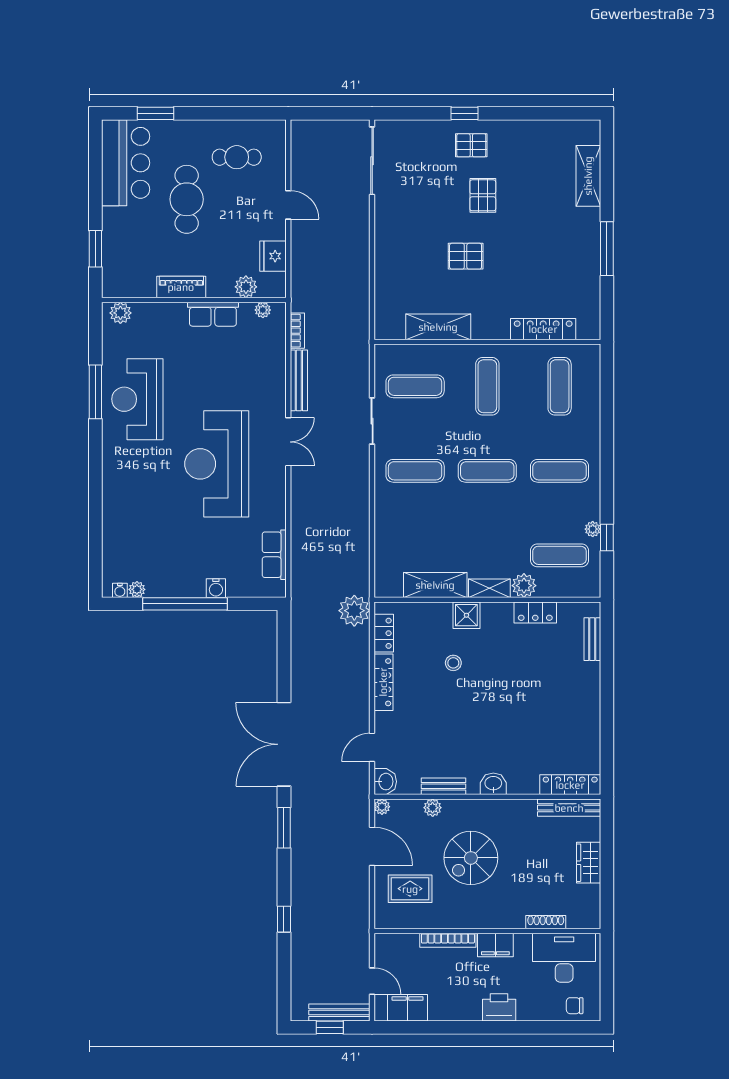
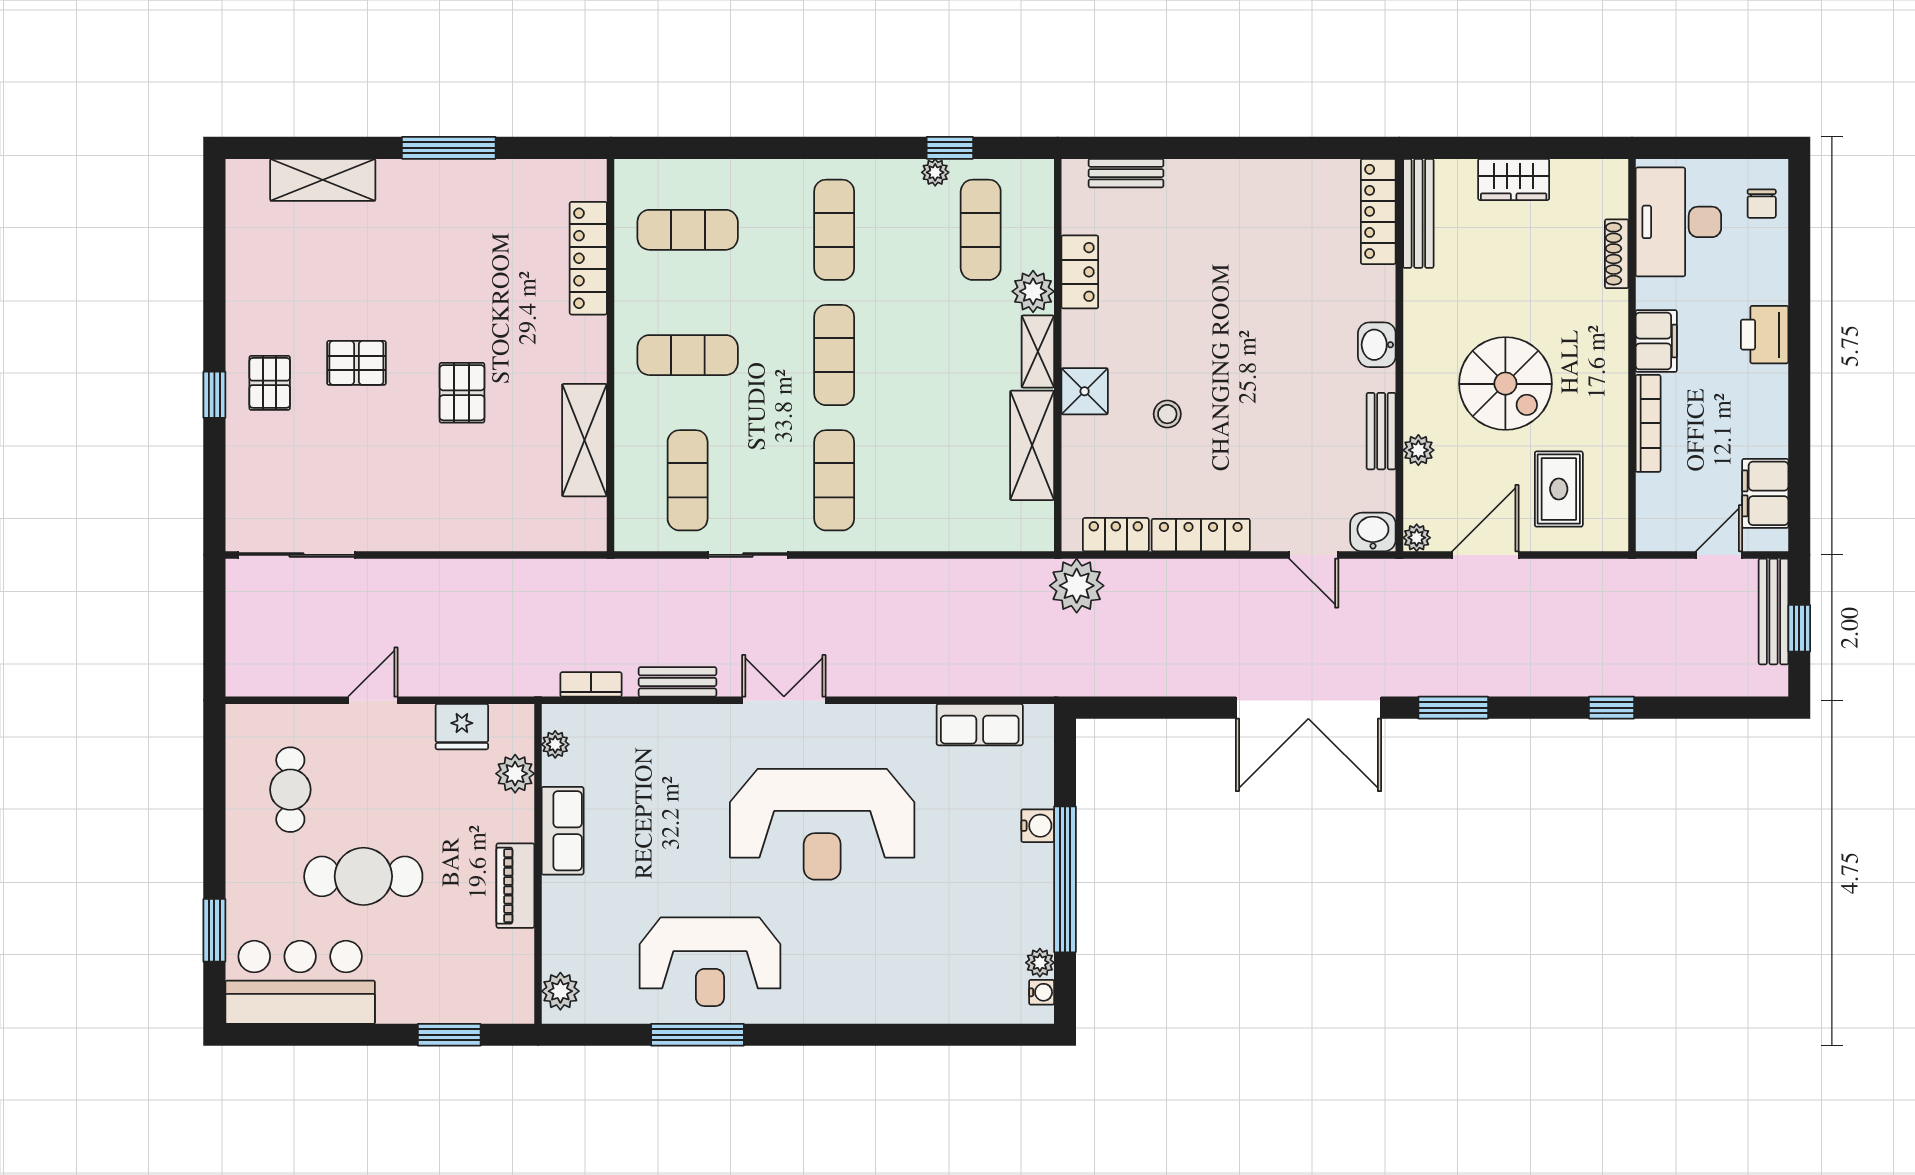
bench: (299, 380) -> (677, 682), width x0.73

